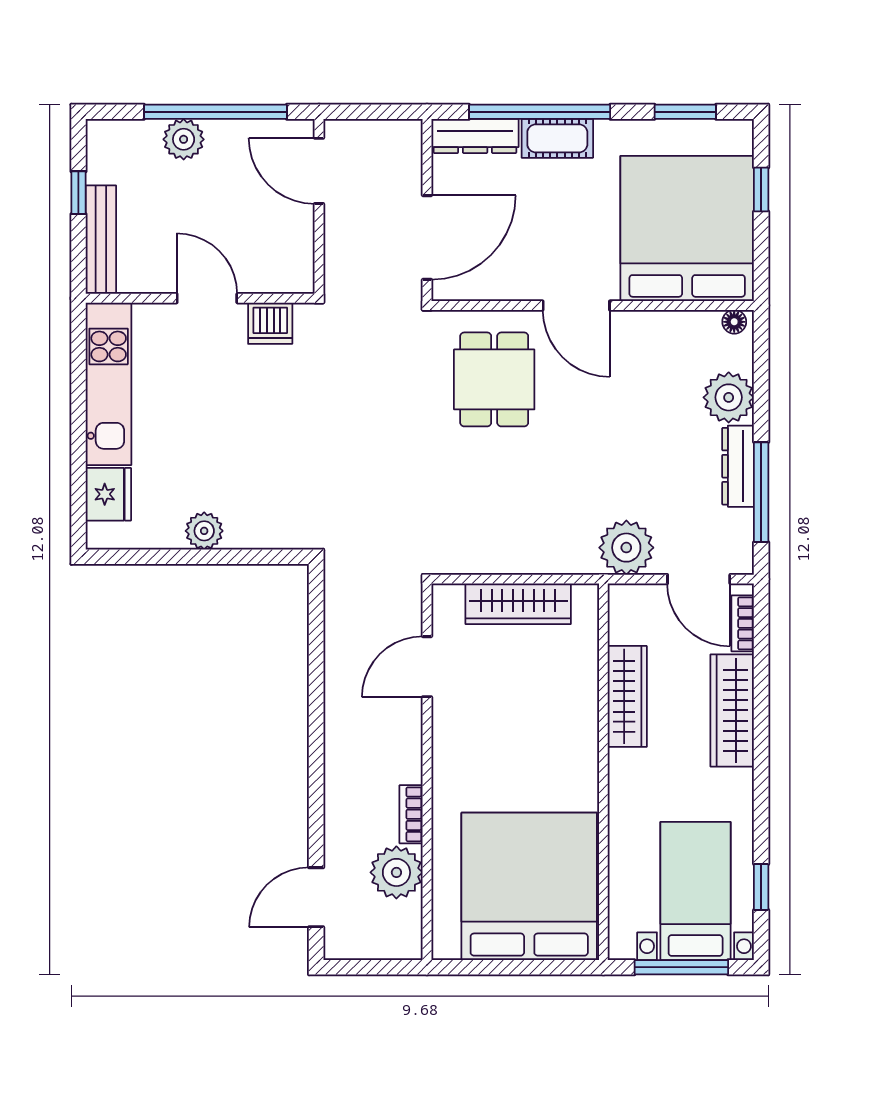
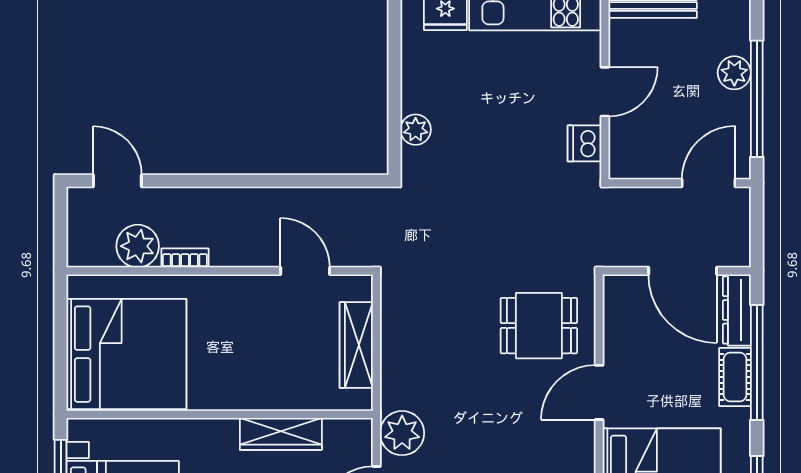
door: (427, 238) -> (683, 271), moved
plant: (204, 531) -> (416, 130), moved

